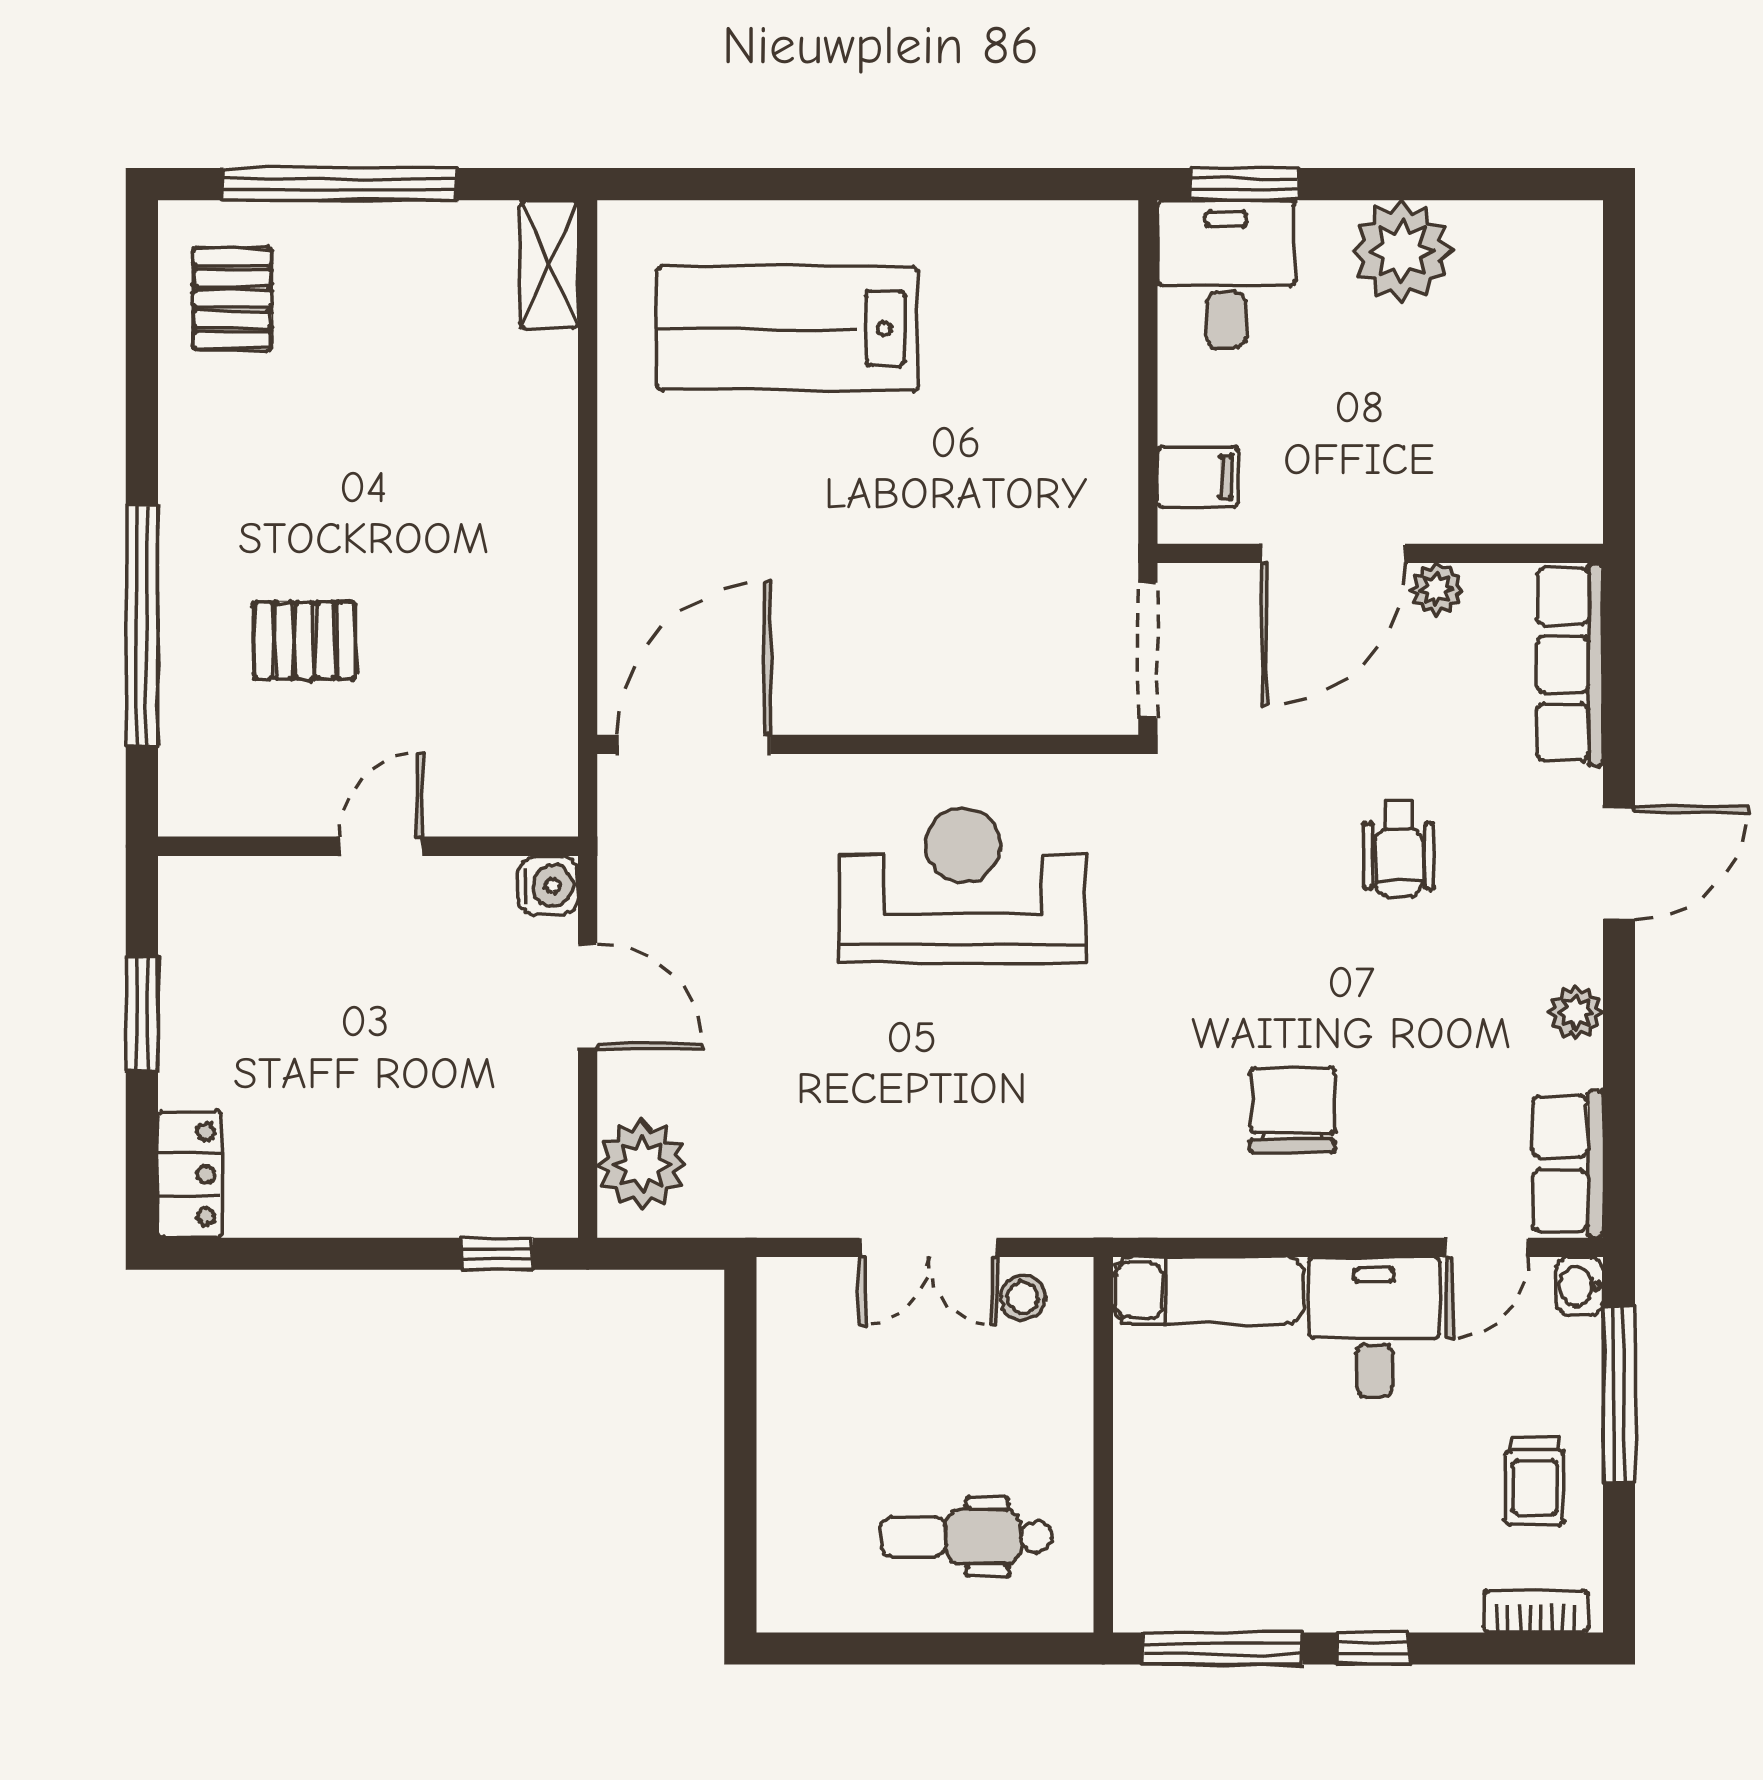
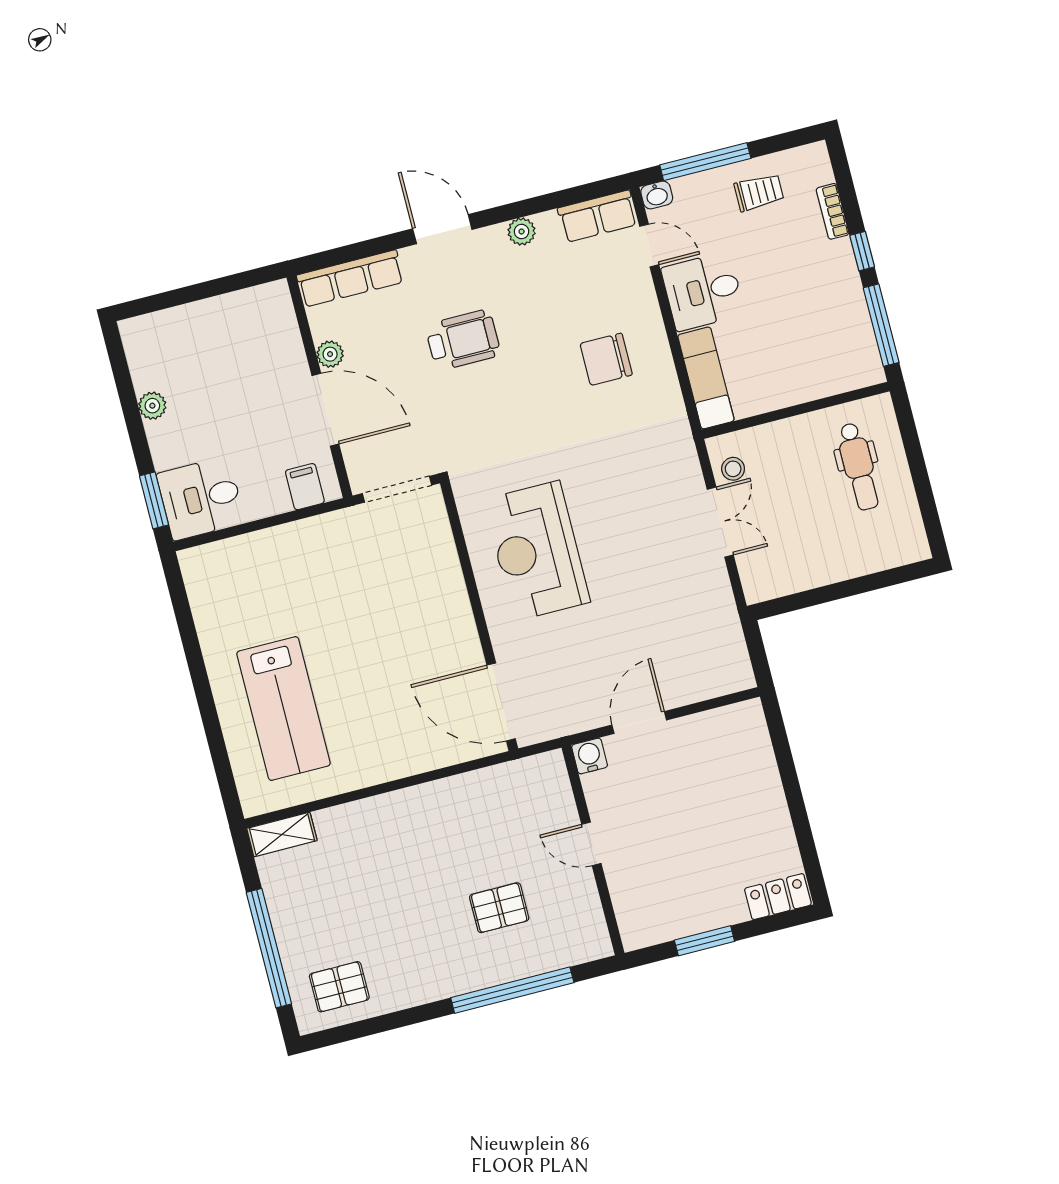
plant: (1402, 251) -> (152, 406), width x0.53, depth x0.53
pallet: (305, 640) -> (499, 908), turned 90
wheelchair: (1399, 848) -> (463, 340), width x1.36, depth x1.37
plant: (642, 1164) -> (716, 674), removed
window: (497, 1254) -> (778, 735), removed
bookcase: (1536, 1612) -> (833, 211), moved

